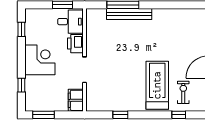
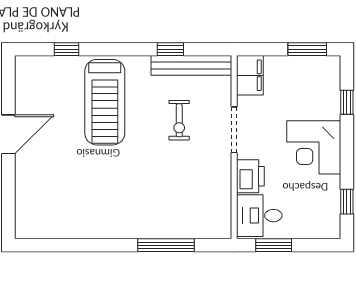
bench: (129, 14) -> (191, 65), moved
exercise bike: (183, 92) -> (179, 120), moved

